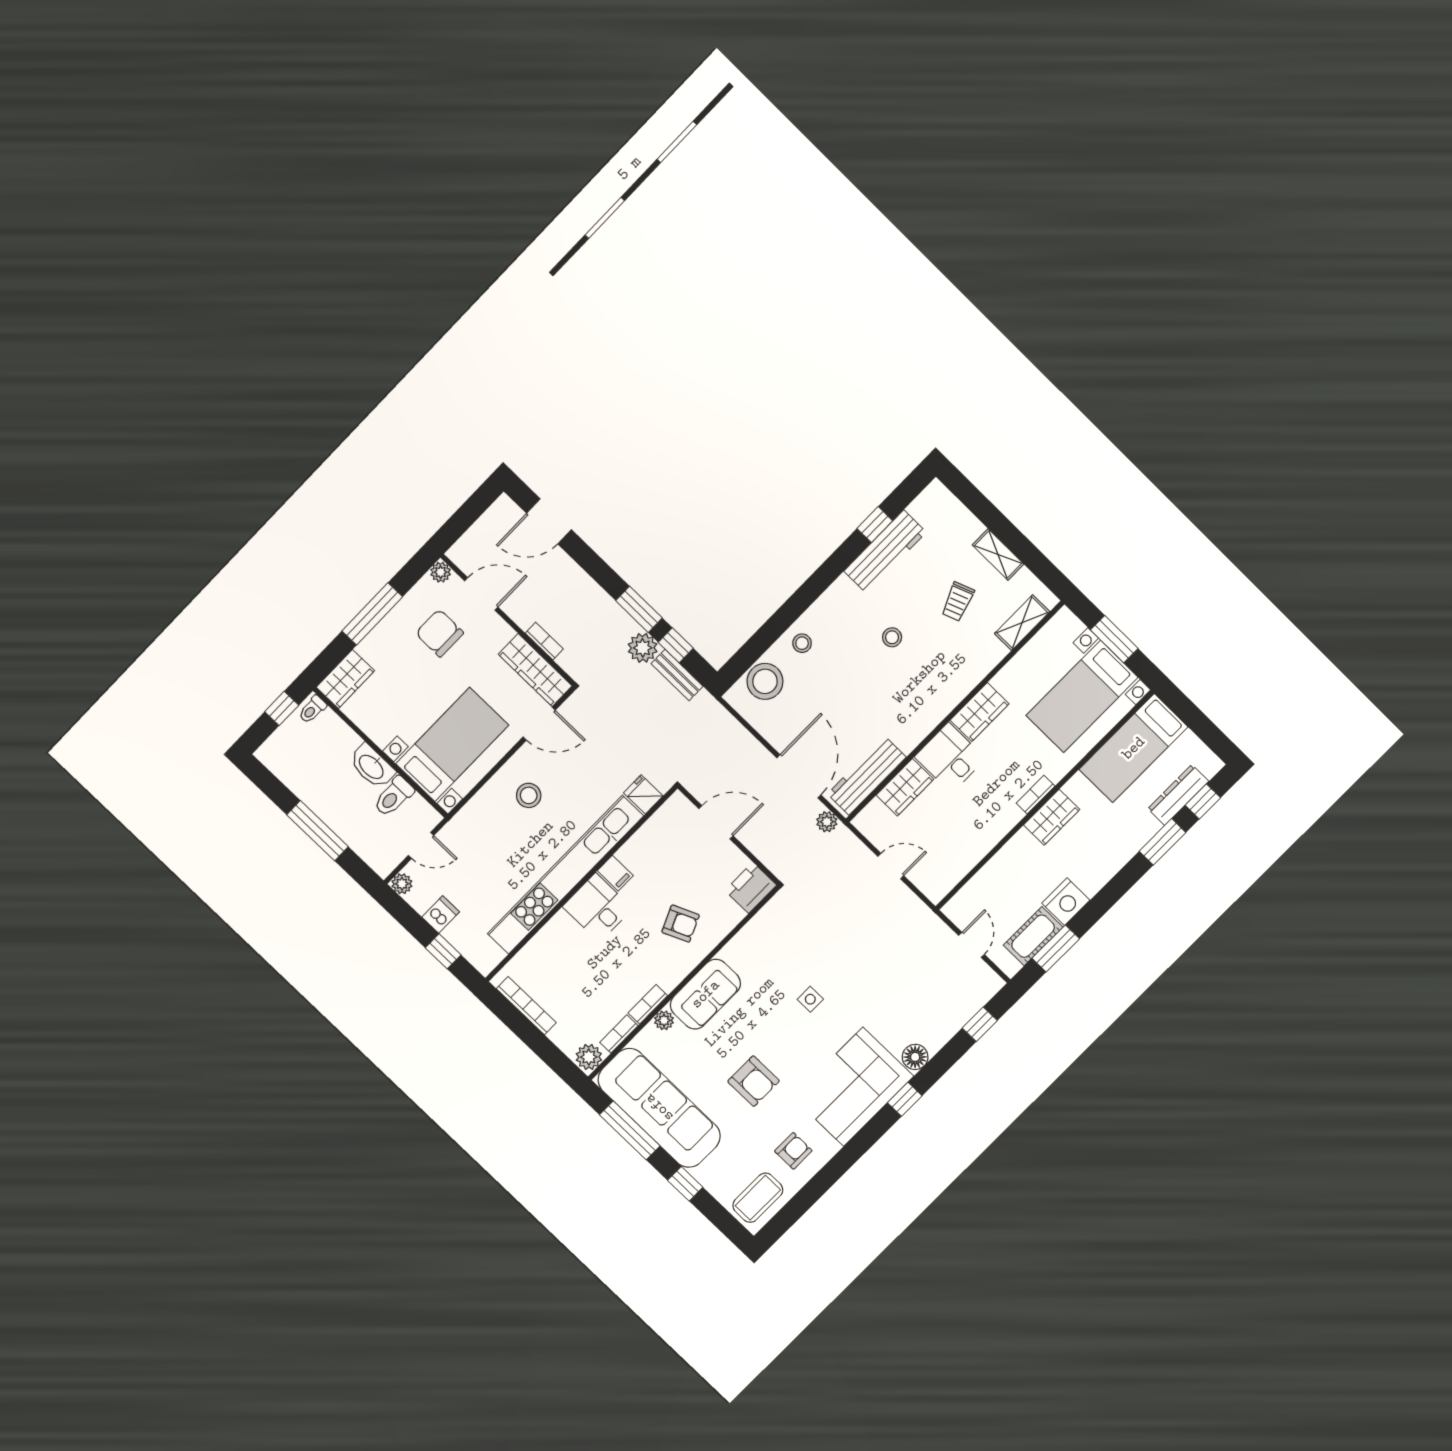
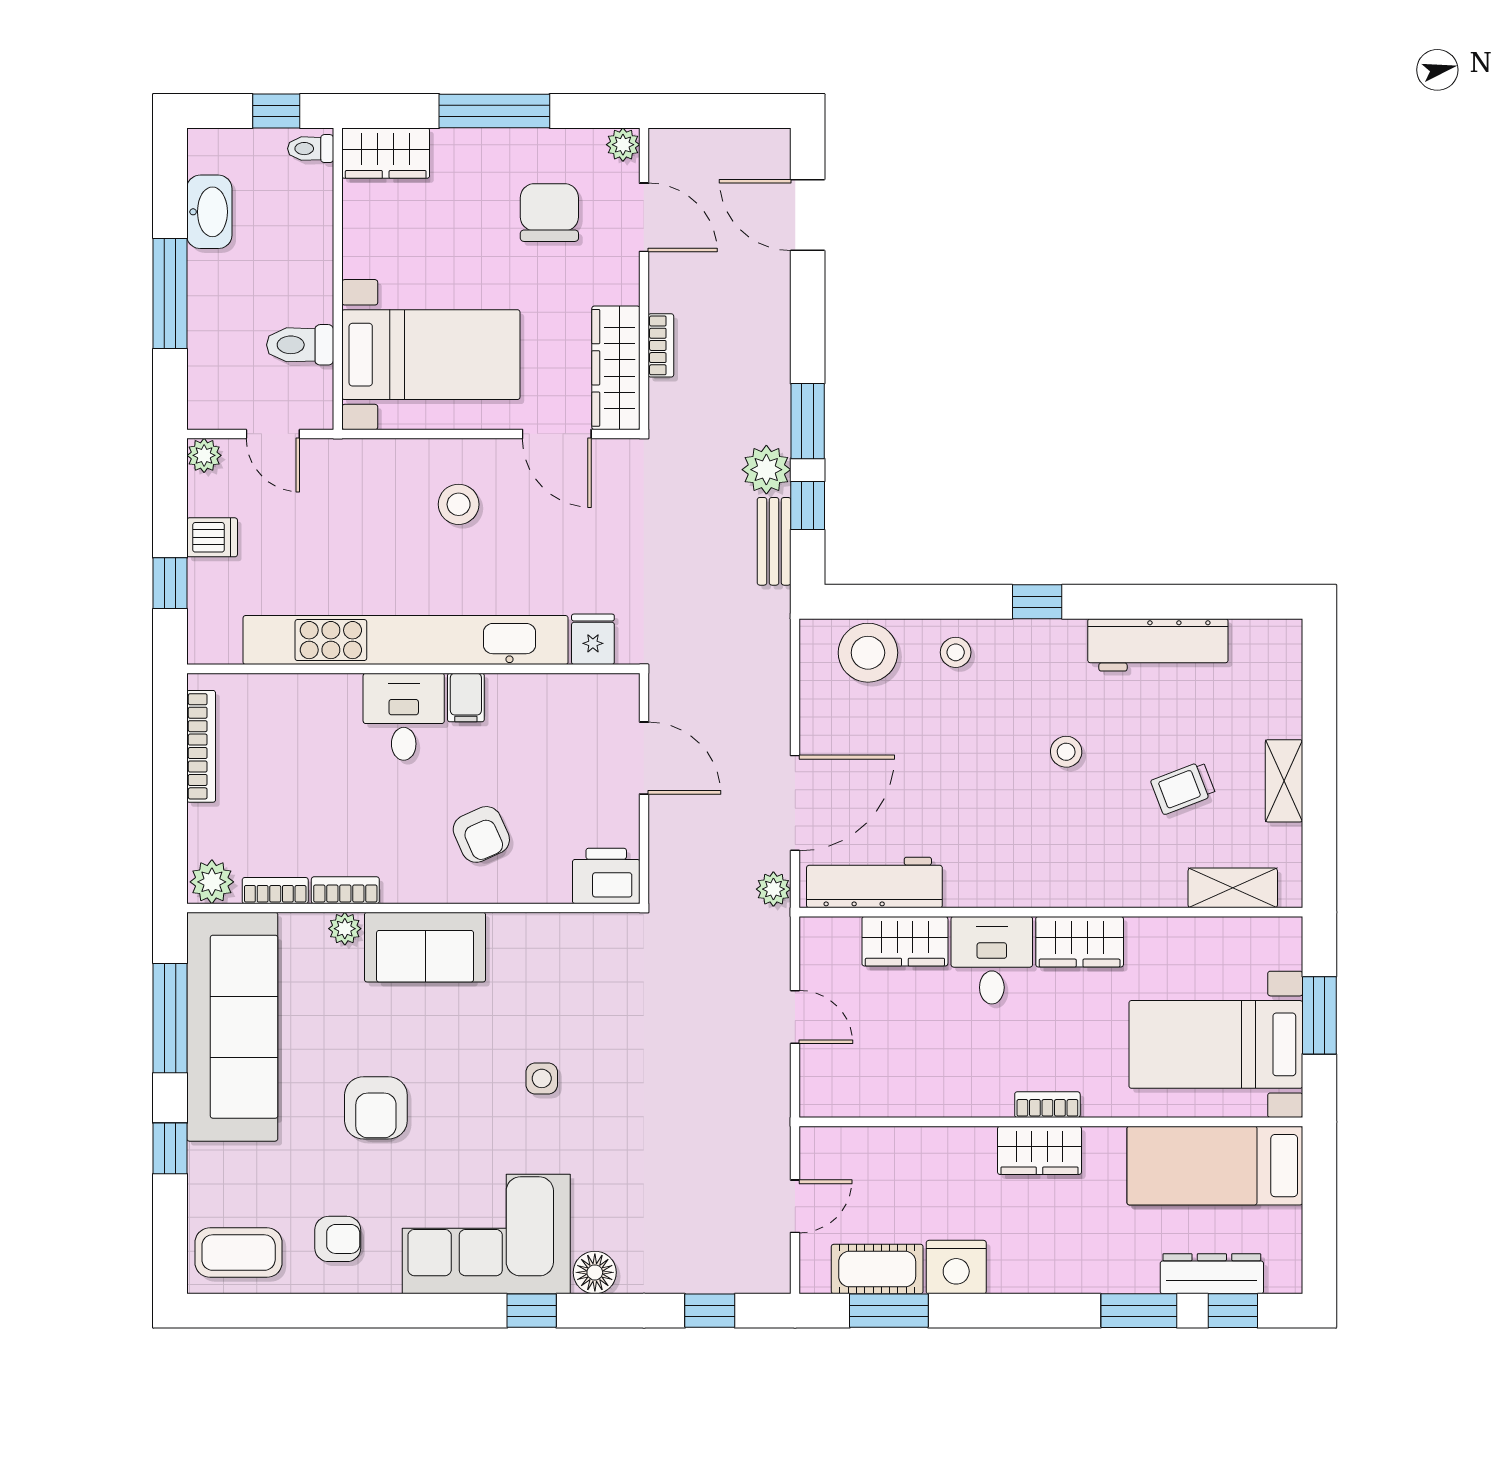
window: (875, 525) -> (1037, 602), moved
washbasin: (372, 766) -> (209, 212), moved, turned 180

